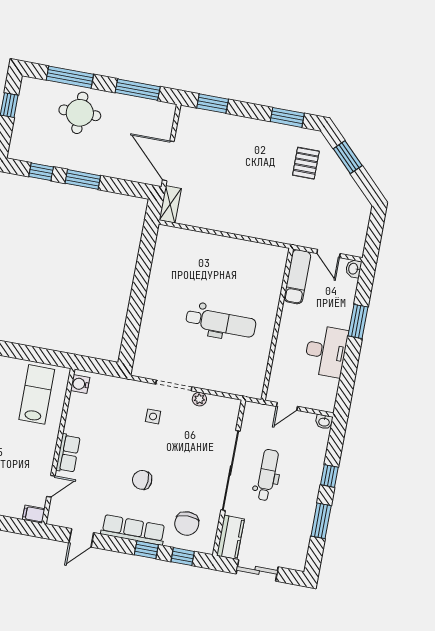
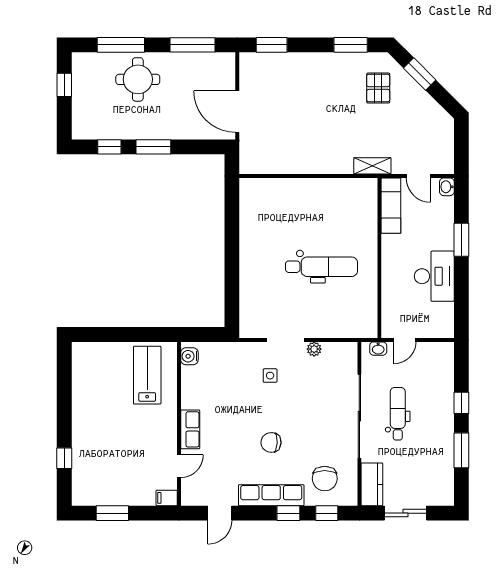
shelving: (170, 204) -> (372, 166), moved, turned 90
washbasin: (324, 422) -> (378, 349), moved

